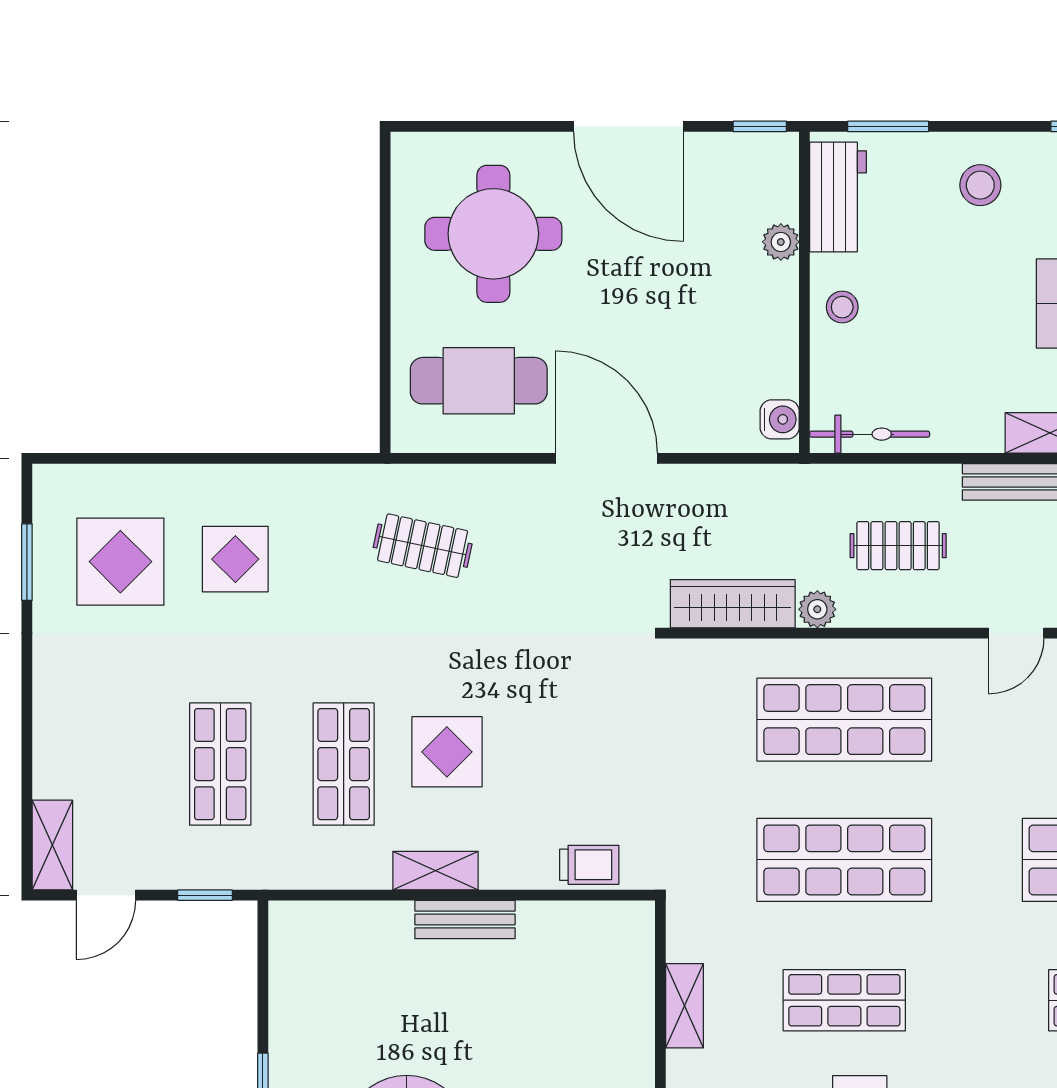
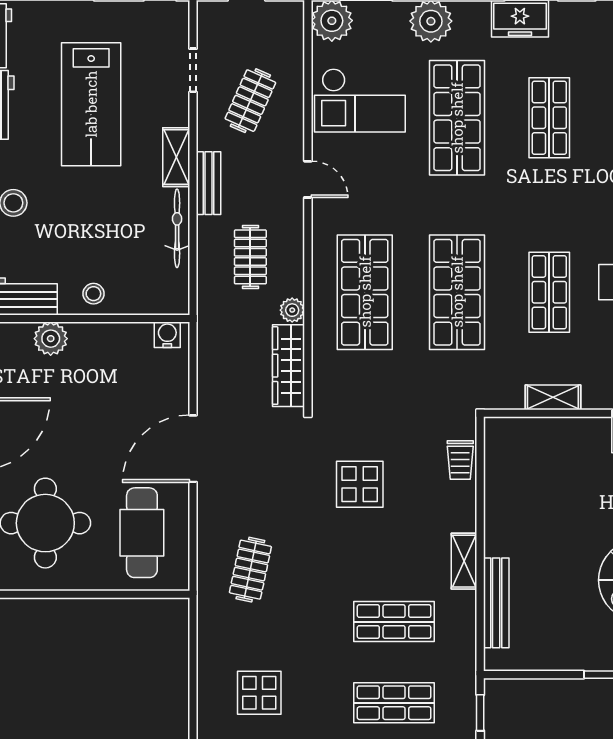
plant: (781, 242) -> (51, 339), width x1.38, depth x1.38
bicycle: (870, 434) -> (177, 228), moved
display table: (447, 752) -> (360, 484), moved
trolley: (589, 865) -> (460, 460), turned 180
bench: (465, 920) -> (496, 603), moved, width x1.36

